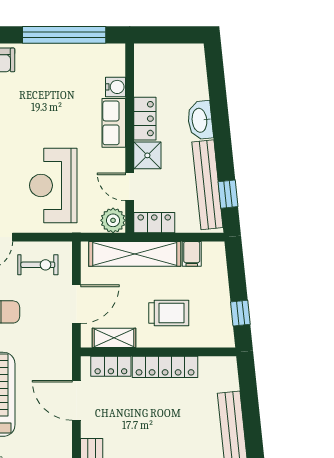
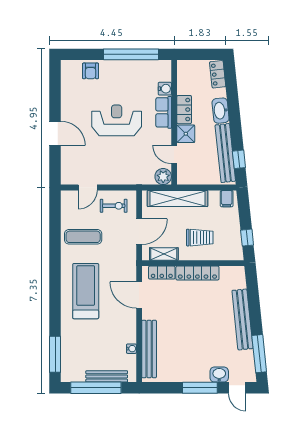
reception desk: (53, 185) -> (117, 120), moved, turned 90
locker: (154, 223) -> (218, 74), moved, turned -96
filing cabinet: (192, 254) -> (227, 199), moved

